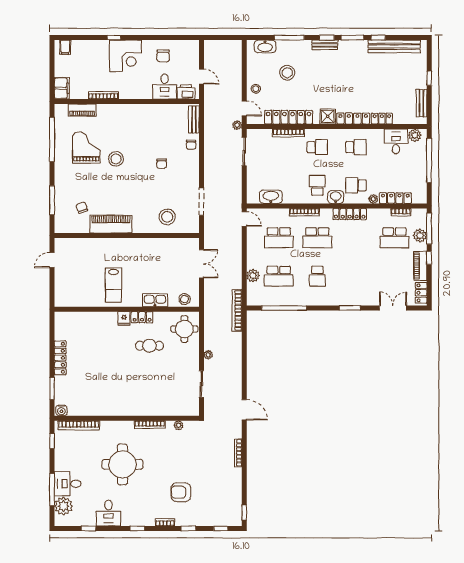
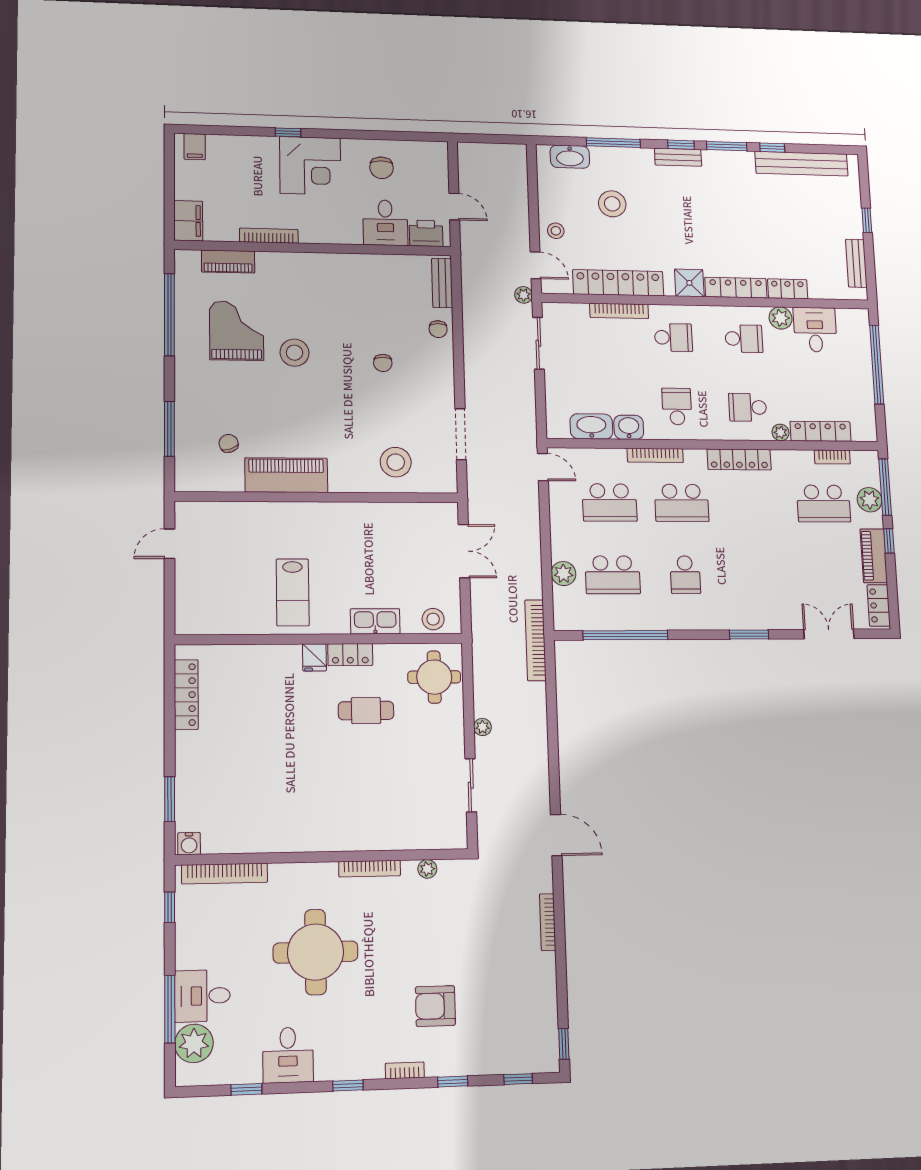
plant: (415, 135) -> (781, 318), moved
washbasin: (336, 197) -> (629, 427), moved
locker: (60, 358) -> (186, 695), moved

